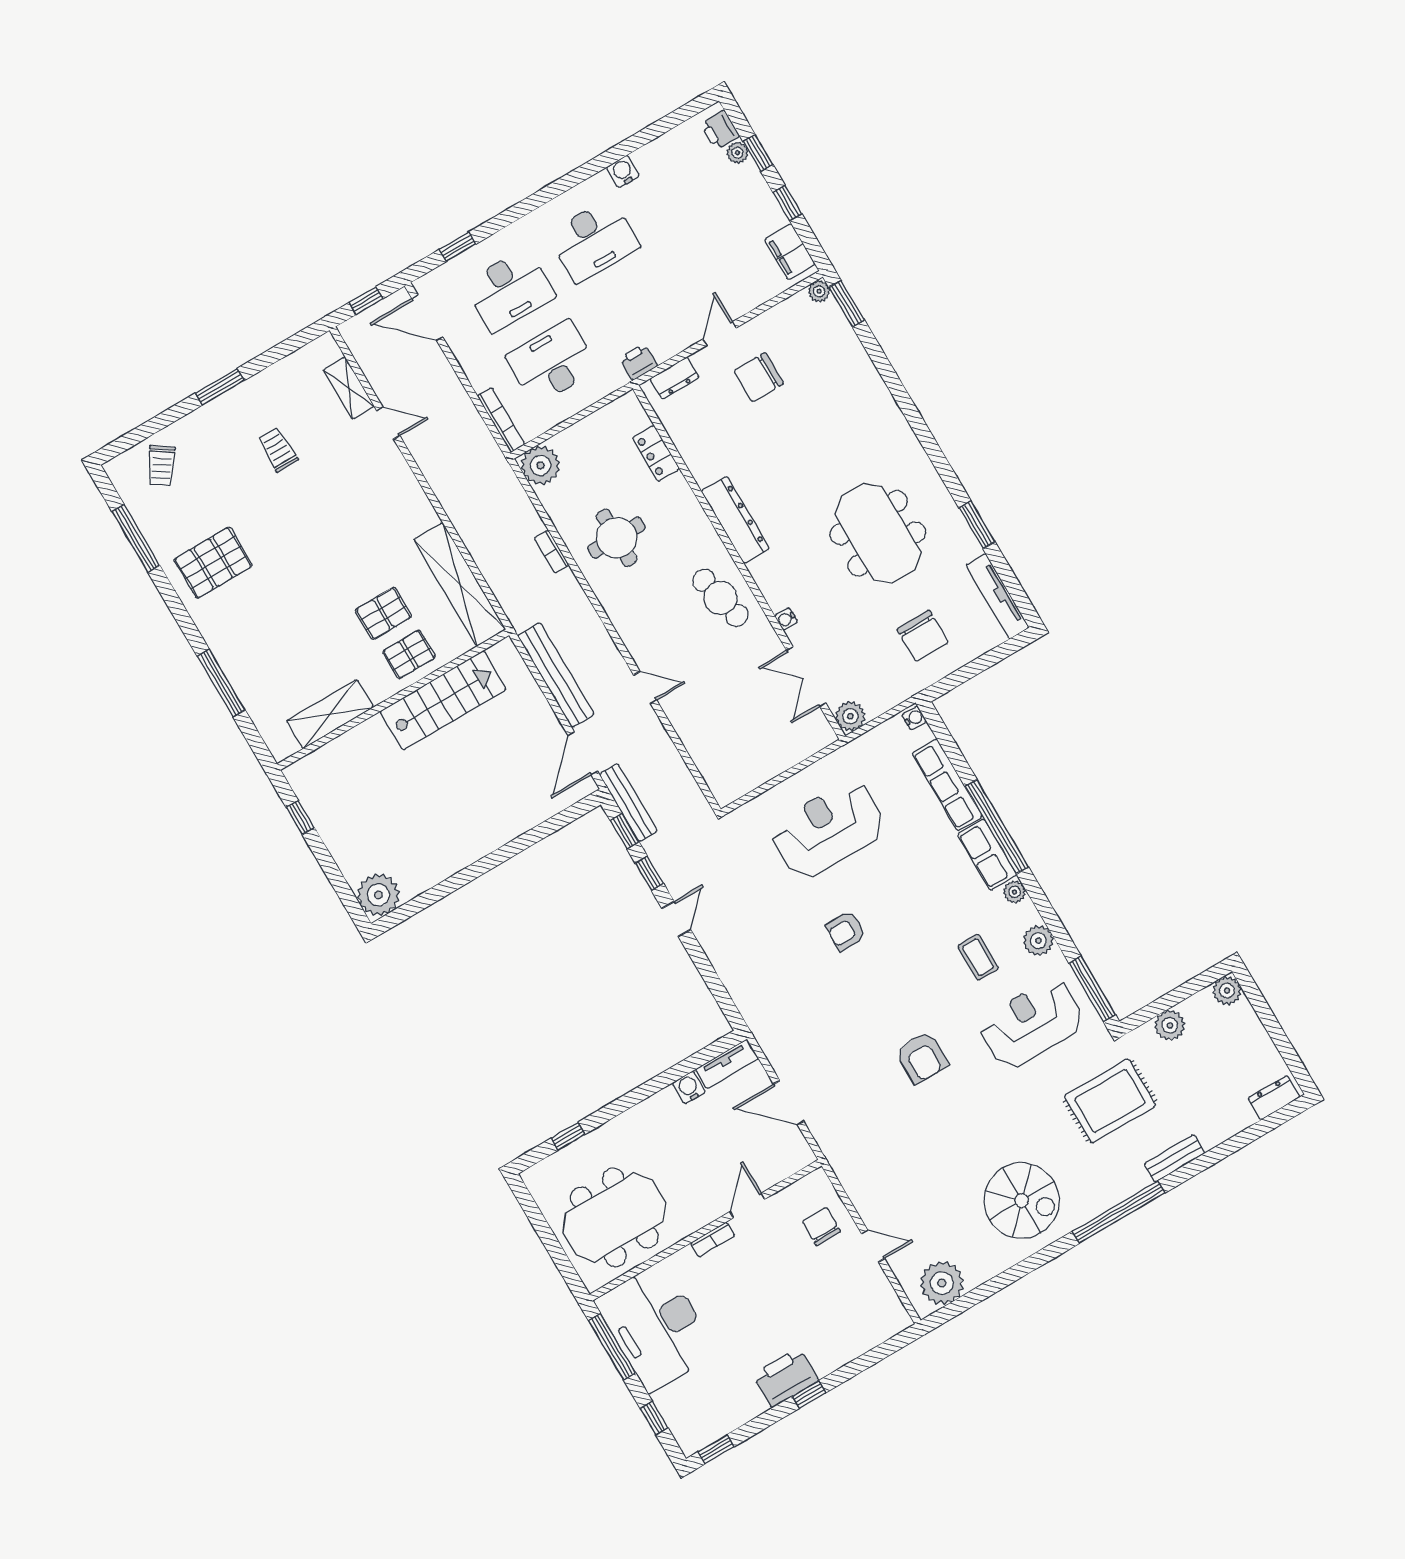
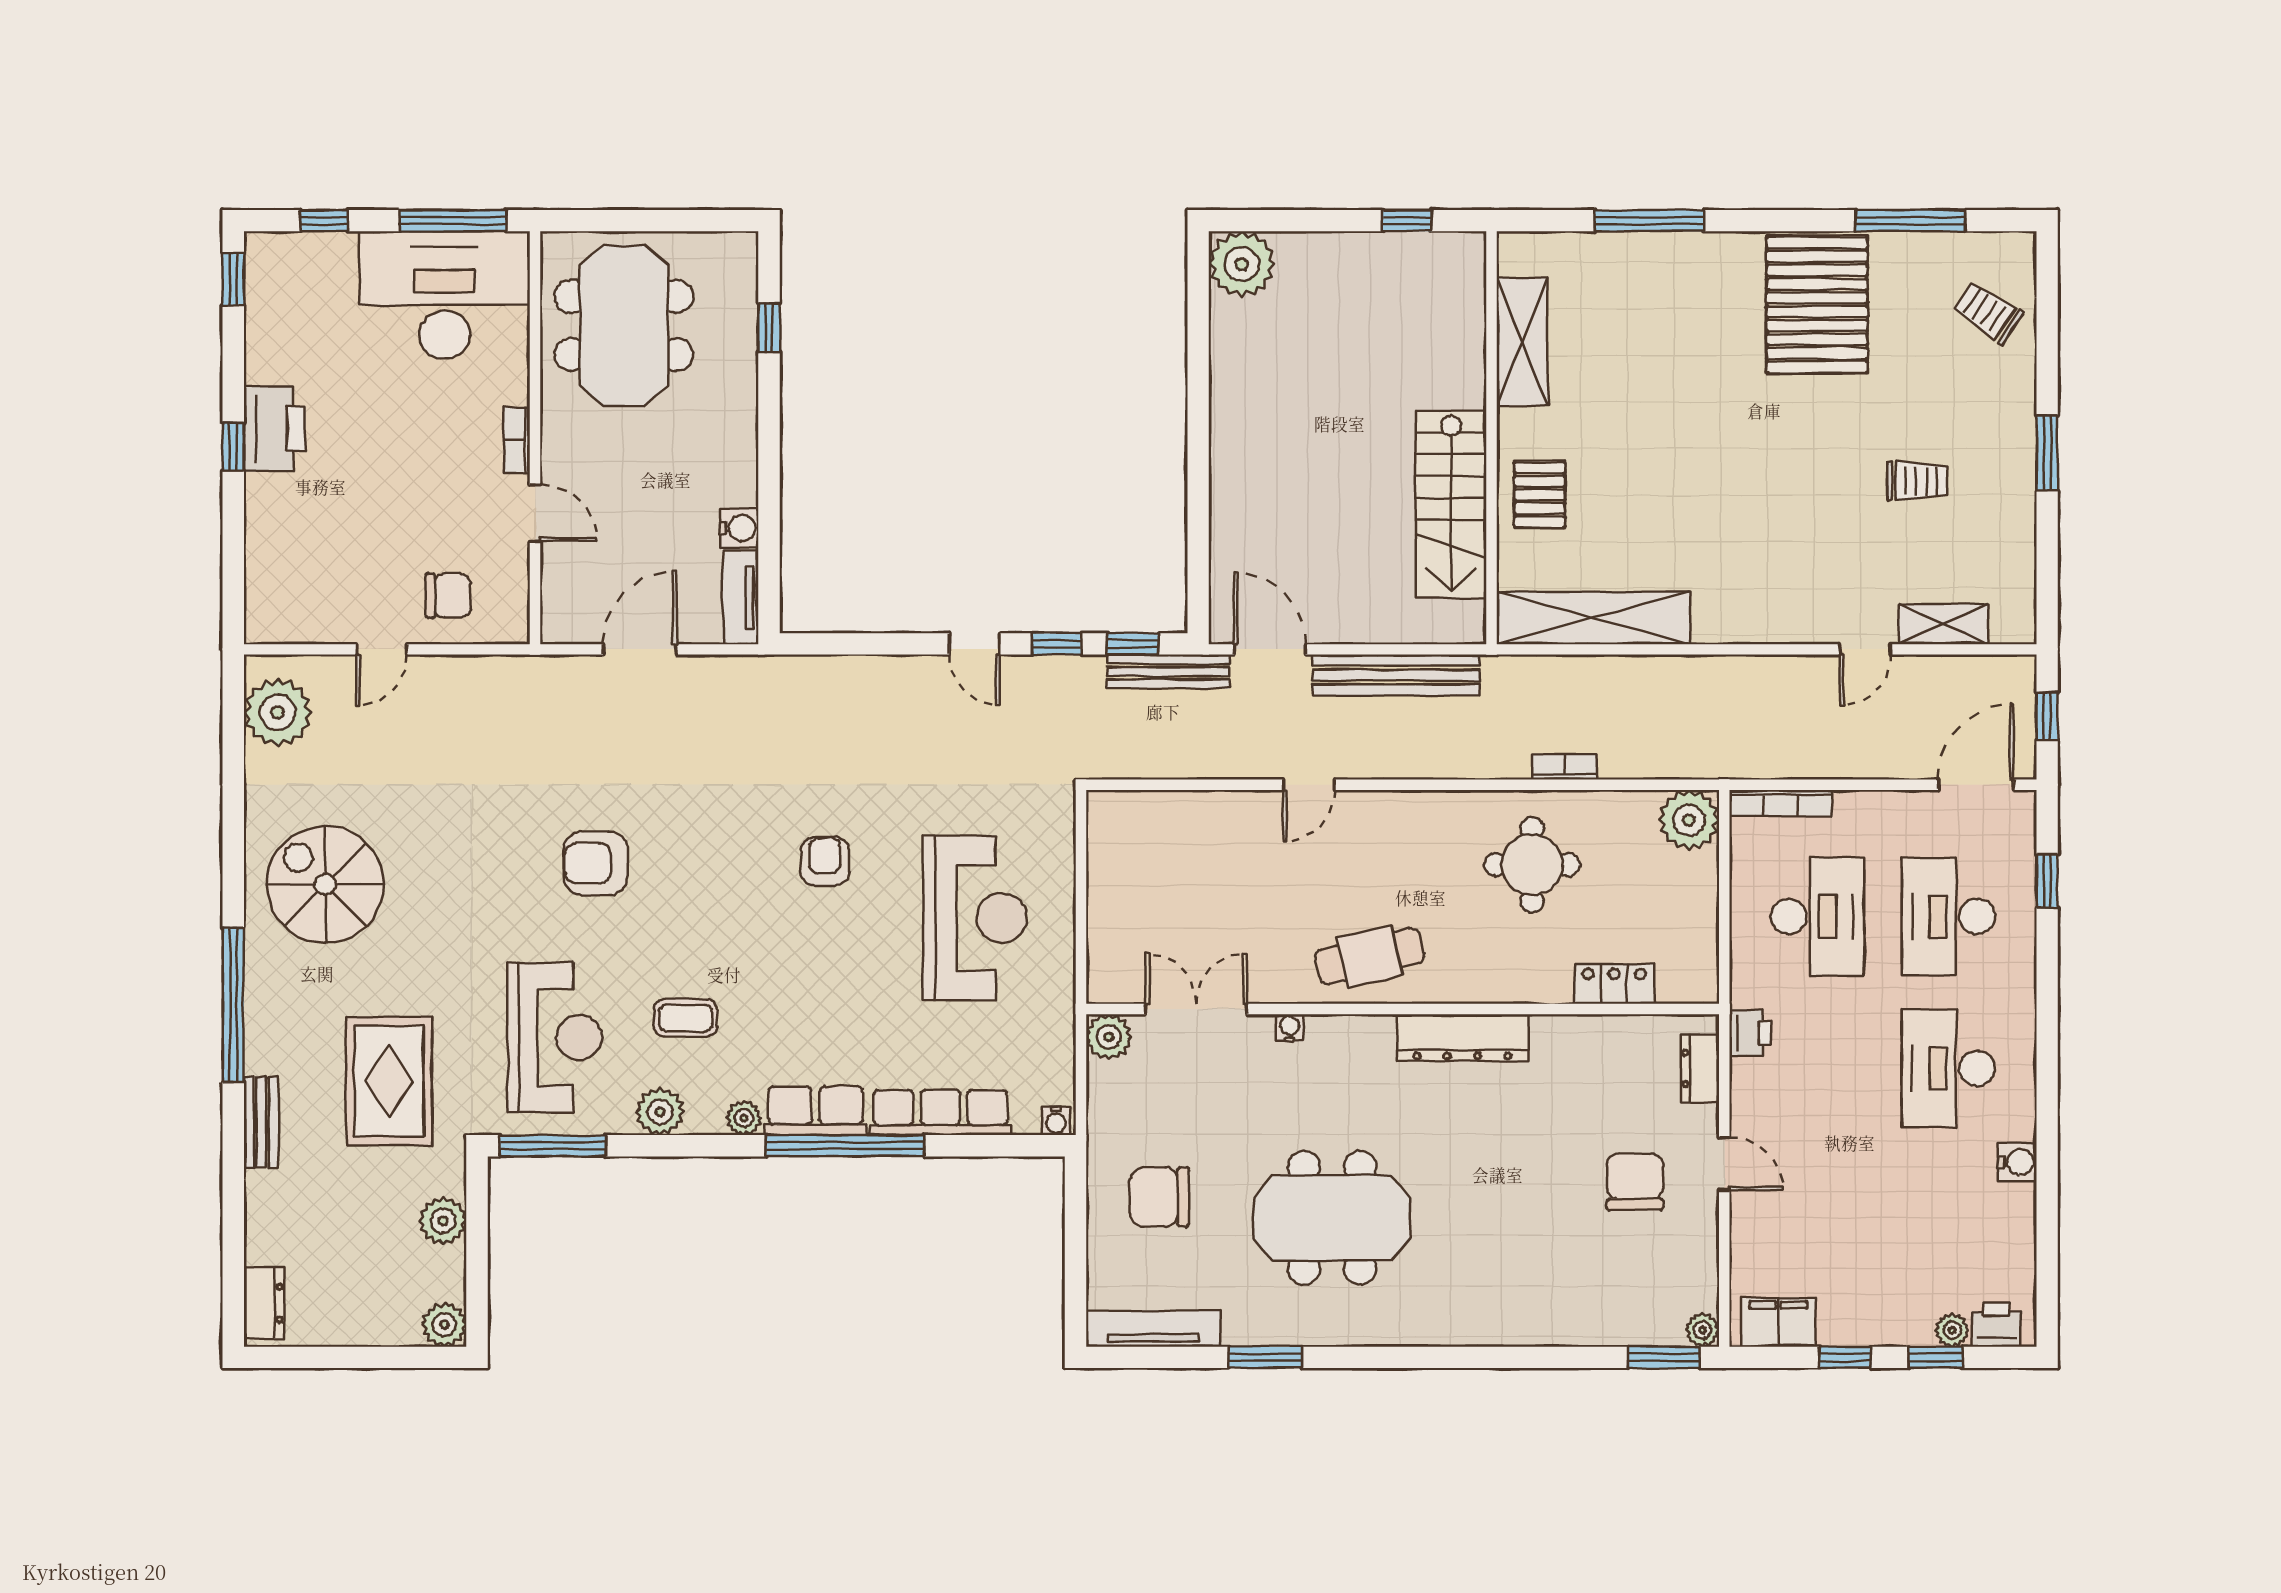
pallet: (213, 563) -> (1817, 305), width x1.37, depth x1.41
pallet: (383, 613) -> (1615, 493), removed
spiral stairs: (1022, 1201) -> (325, 884), turned 90

